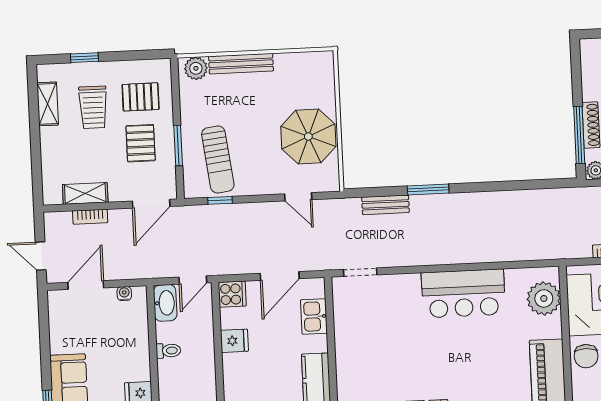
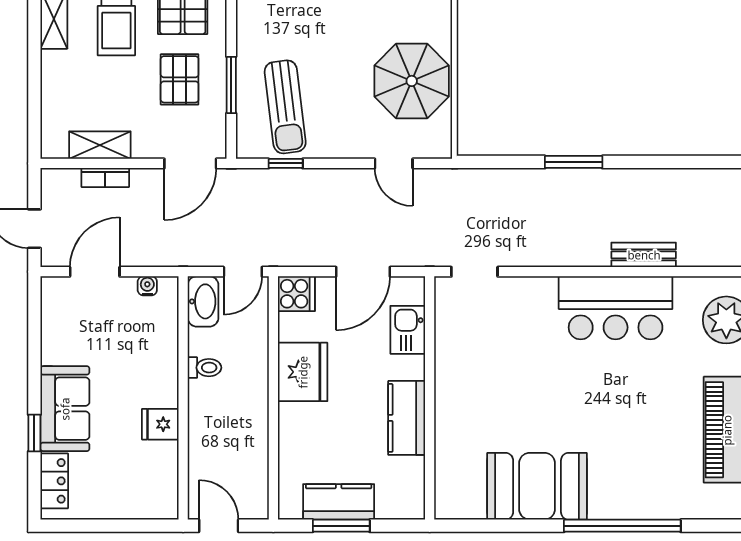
bench: (385, 205) -> (644, 255), moved
fridge: (234, 341) -> (303, 372), width x1.88, depth x1.34

